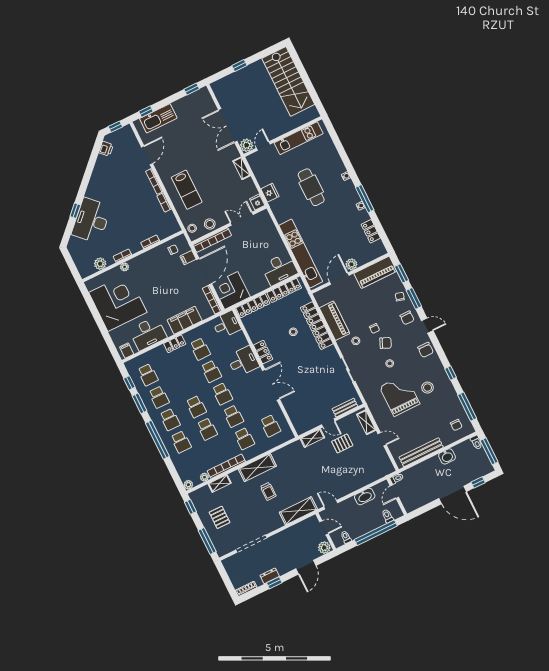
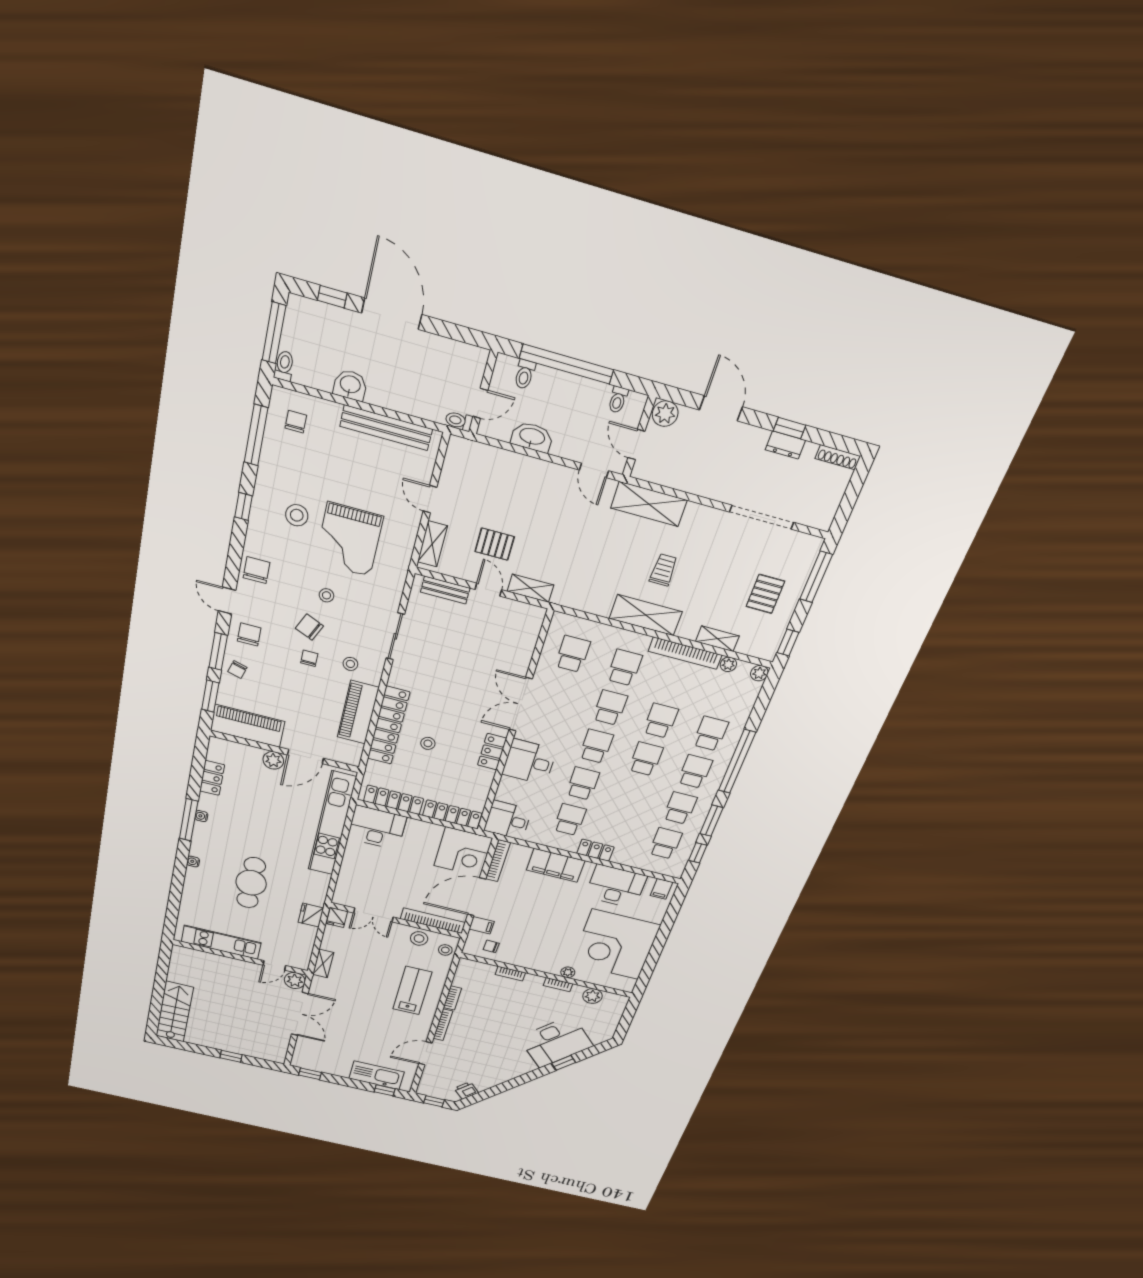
stairs: (288, 81) -> (175, 1012), width x0.73, depth x0.66
door: (306, 567) -> (721, 408), hinge flipped

